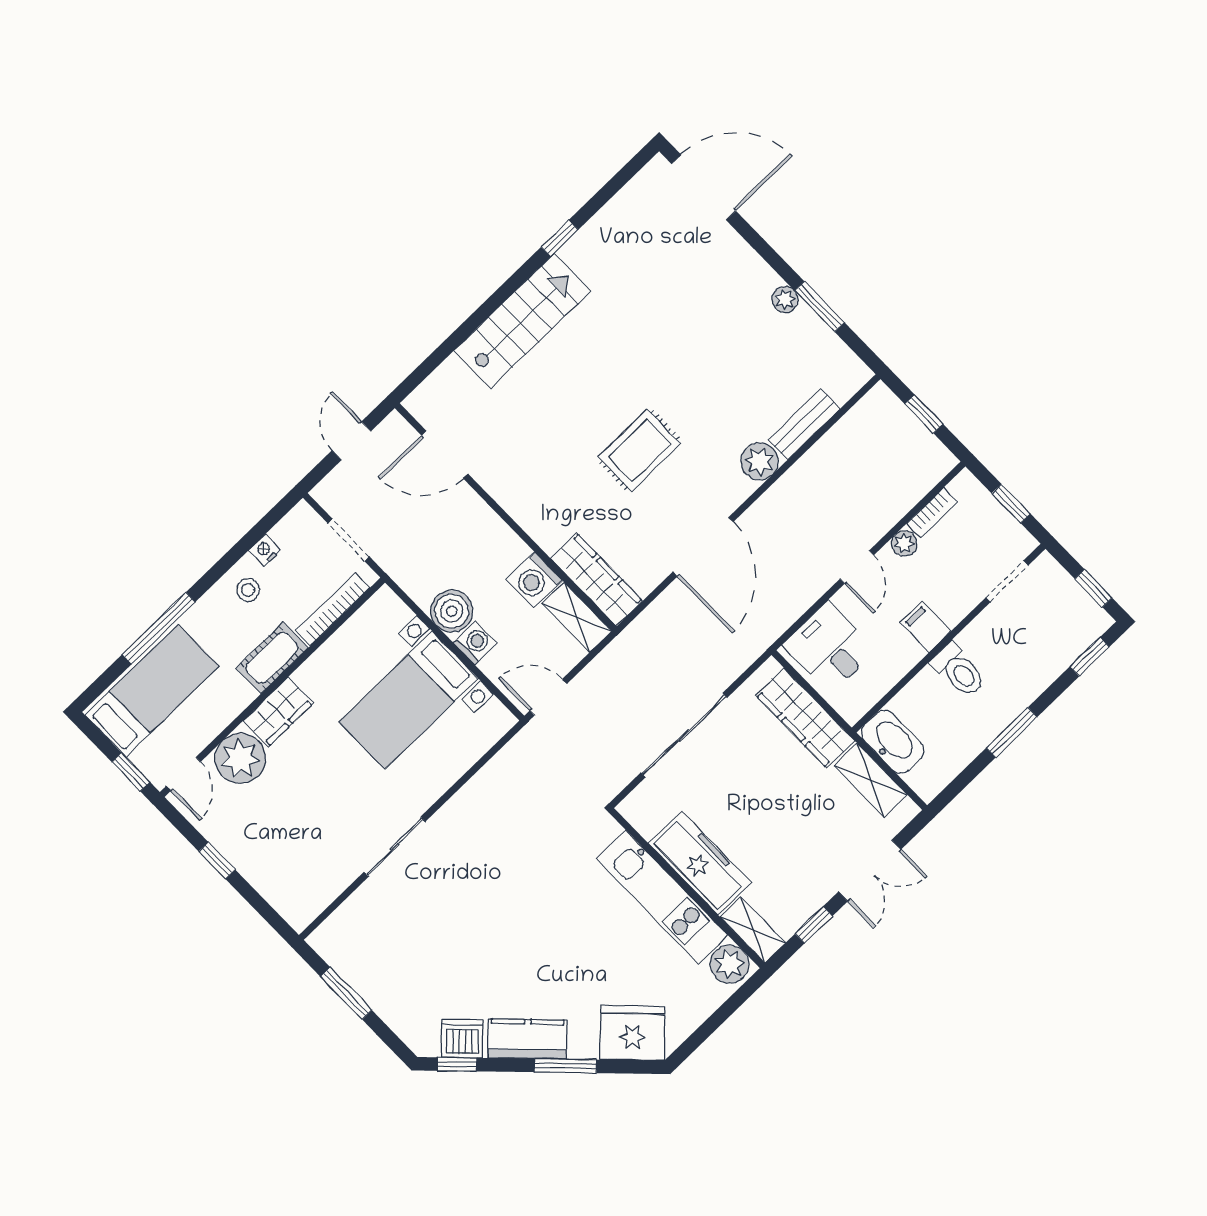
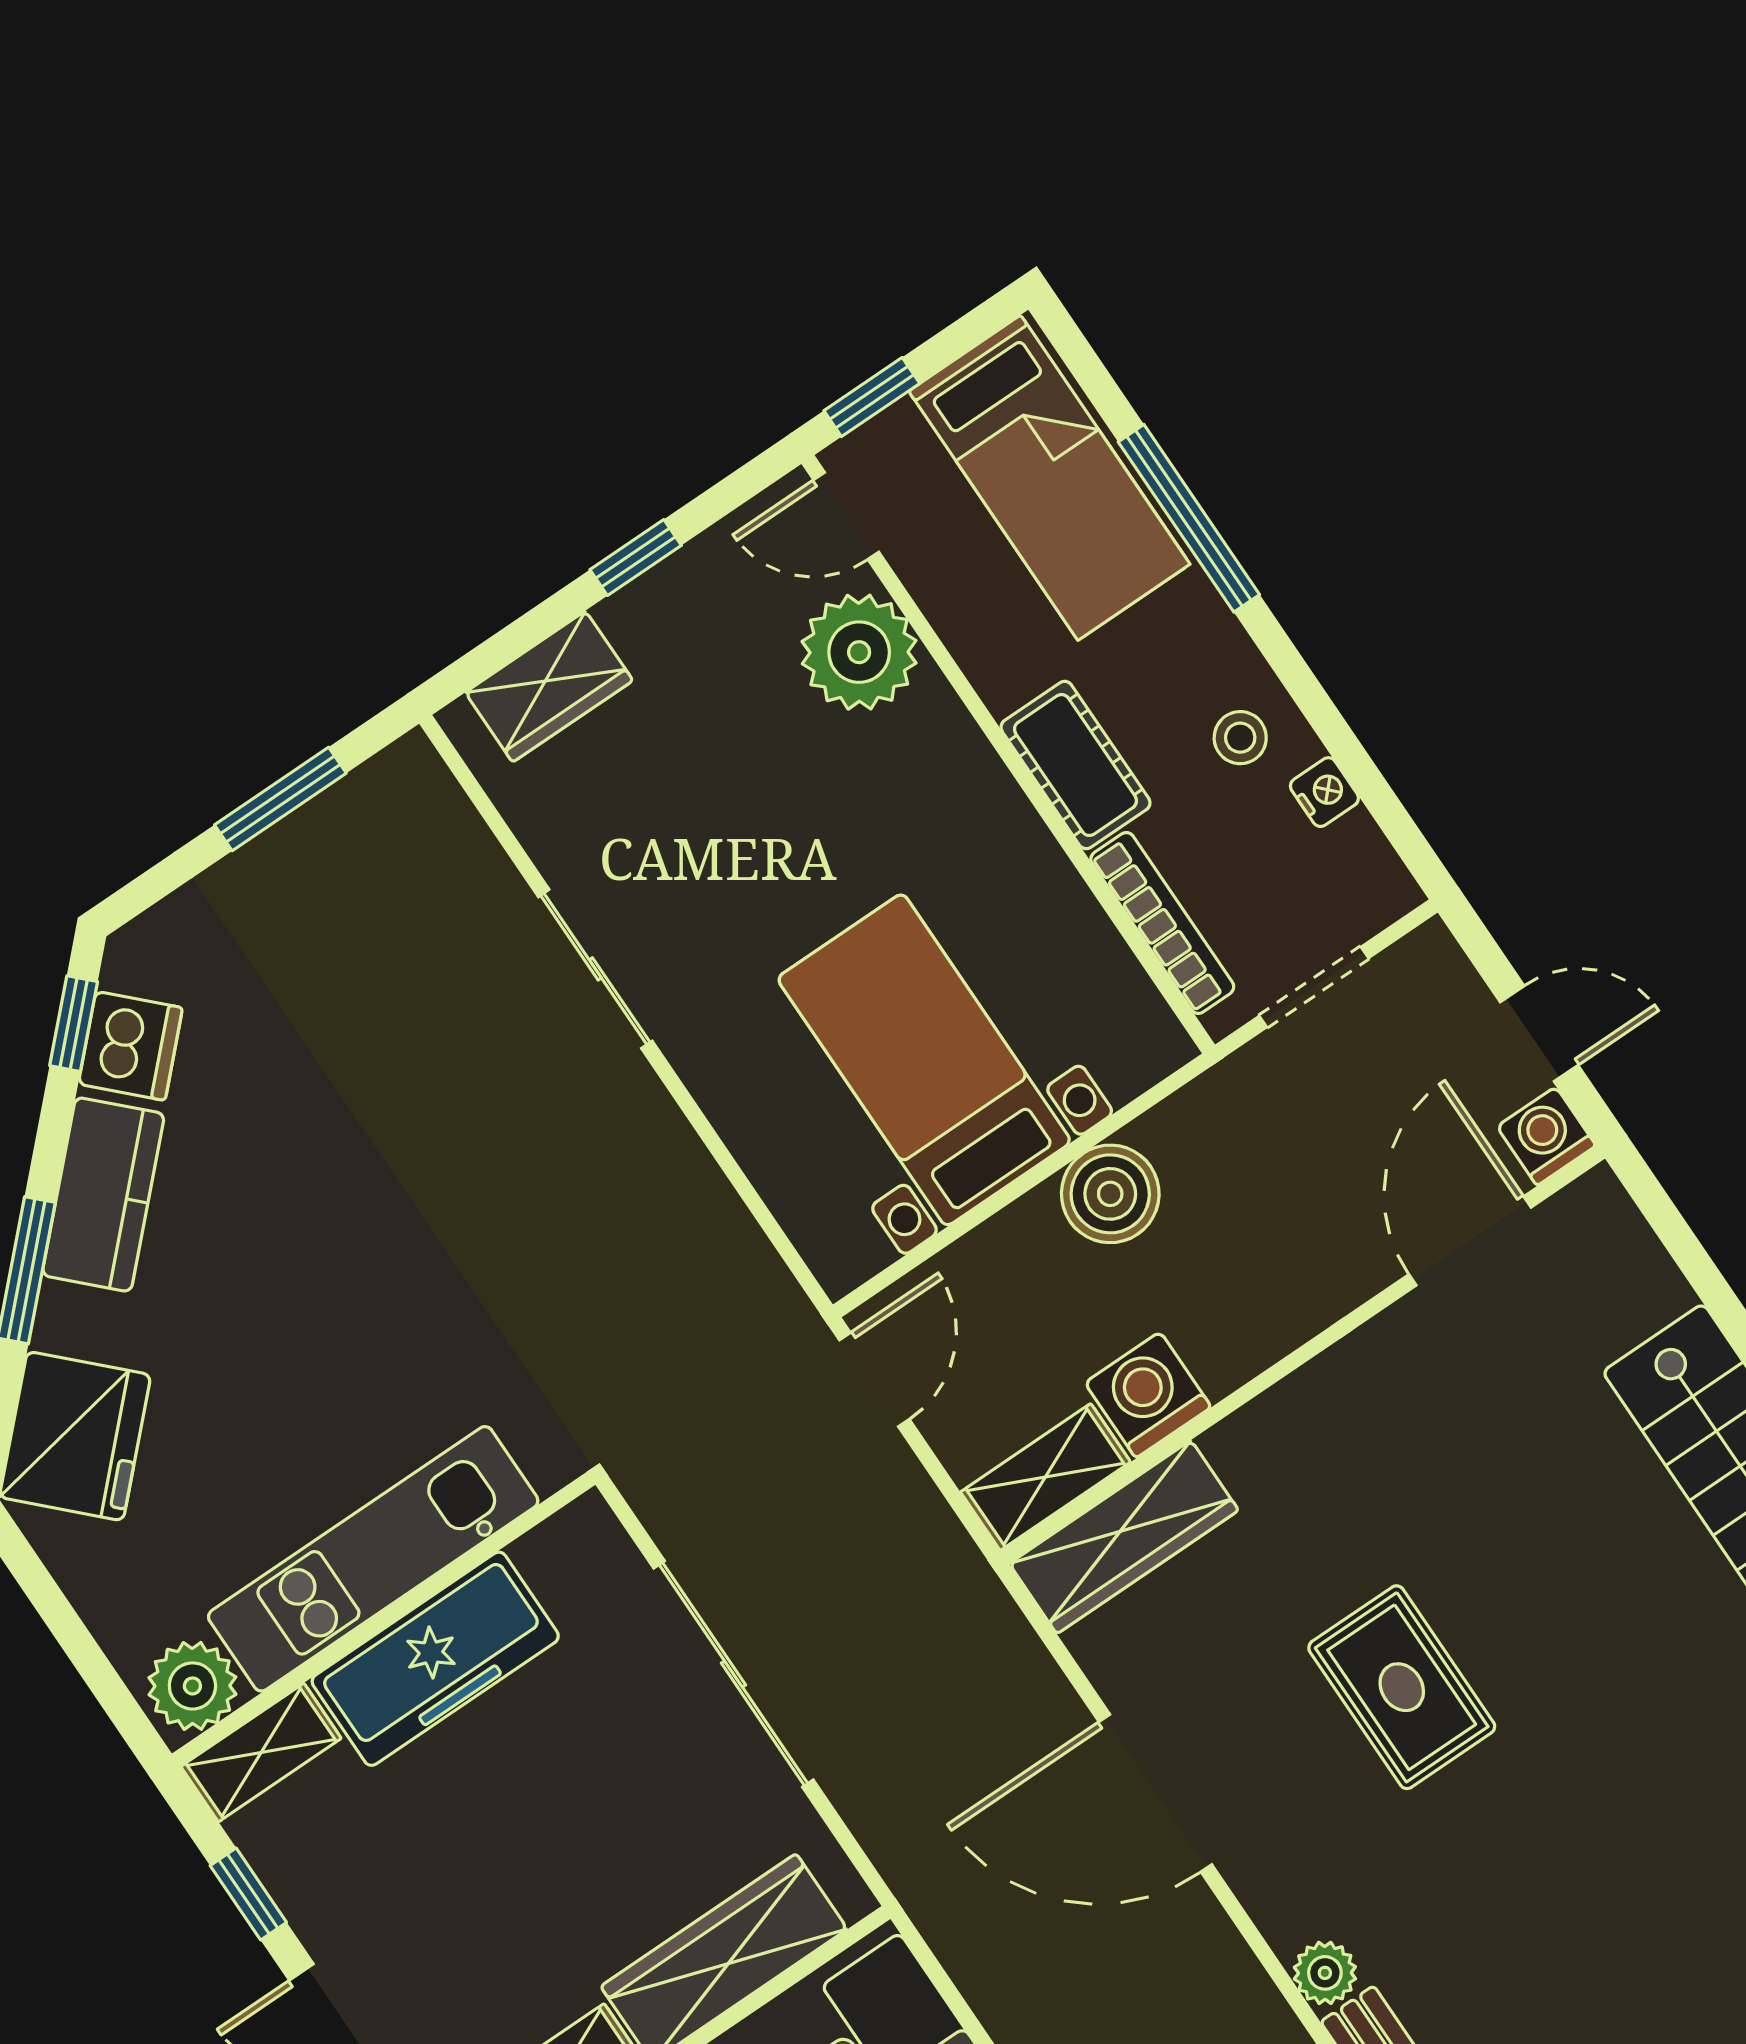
plant: (760, 461) -> (1325, 1973), width x0.73, depth x0.73
washing machine: (475, 643) -> (1546, 1136), moved, turned 180
wardrobe: (278, 712) -> (549, 687), moved, turned -90

